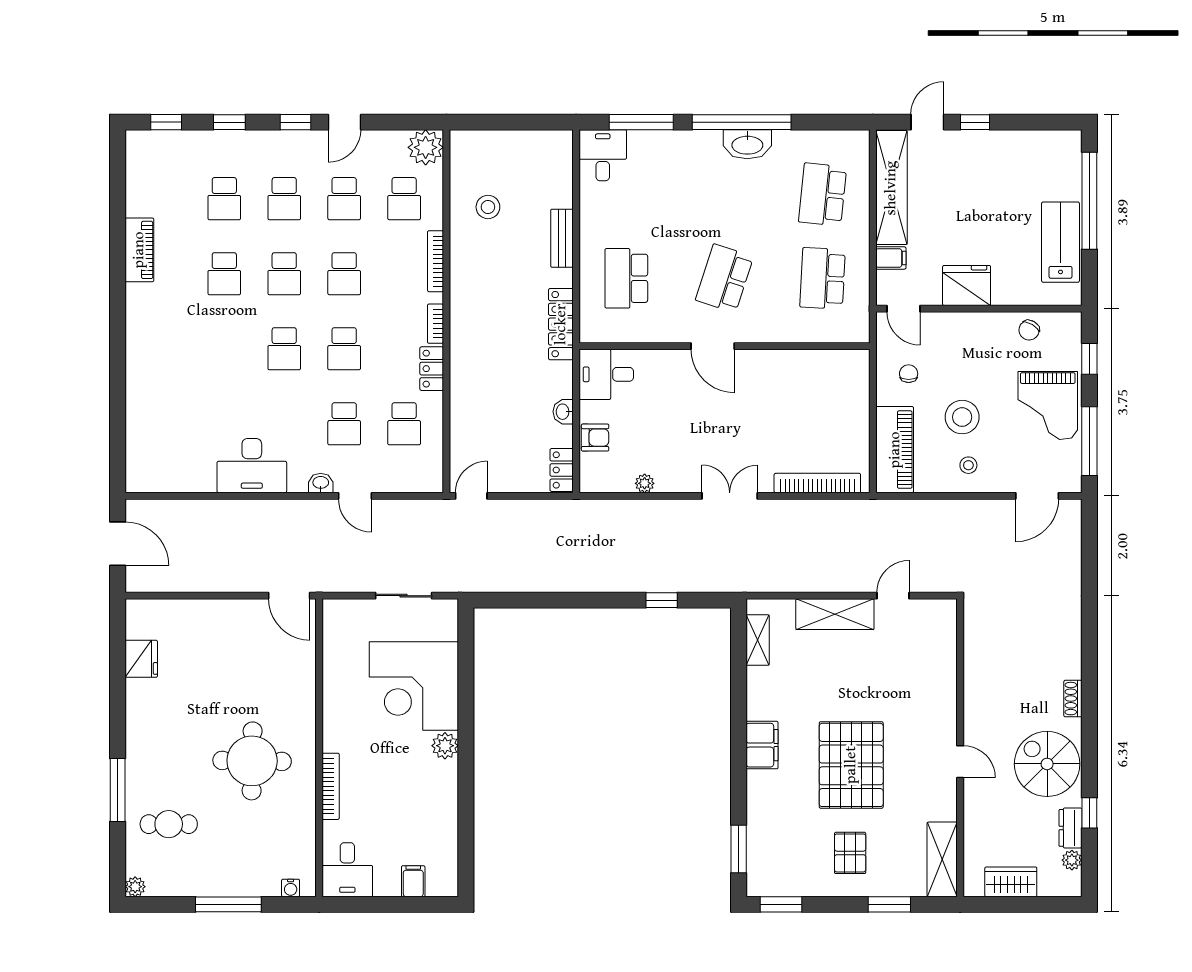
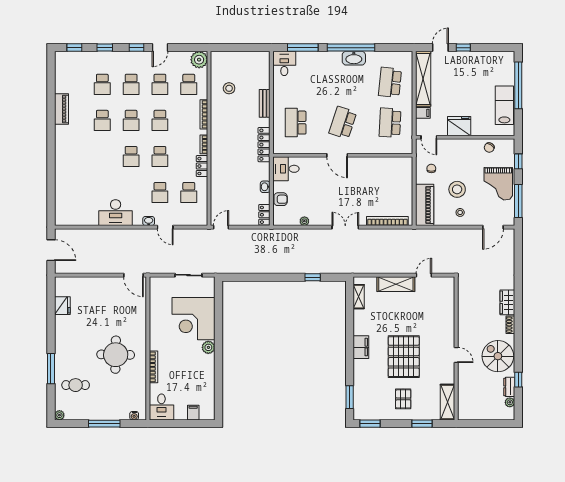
wardrobe: (1011, 882) -> (507, 302), moved, turned -90

